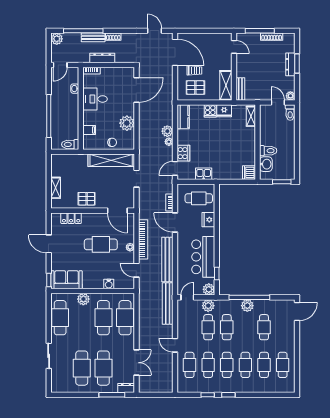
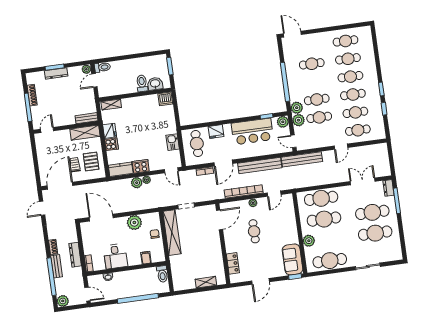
cooker: (183, 153) -> (141, 166), moved
pallet: (87, 199) -> (212, 251), removed
cafe table: (101, 244) -> (254, 231), width x0.73, depth x0.74
water cooler: (109, 284) -> (291, 218), removed
plant: (247, 306) -> (297, 108), moved

